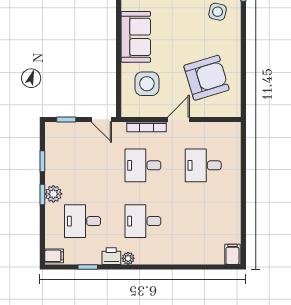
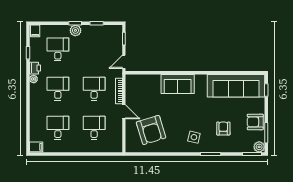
side table: (147, 84) -> (147, 91), removed
desk: (203, 221) -> (58, 128), added

